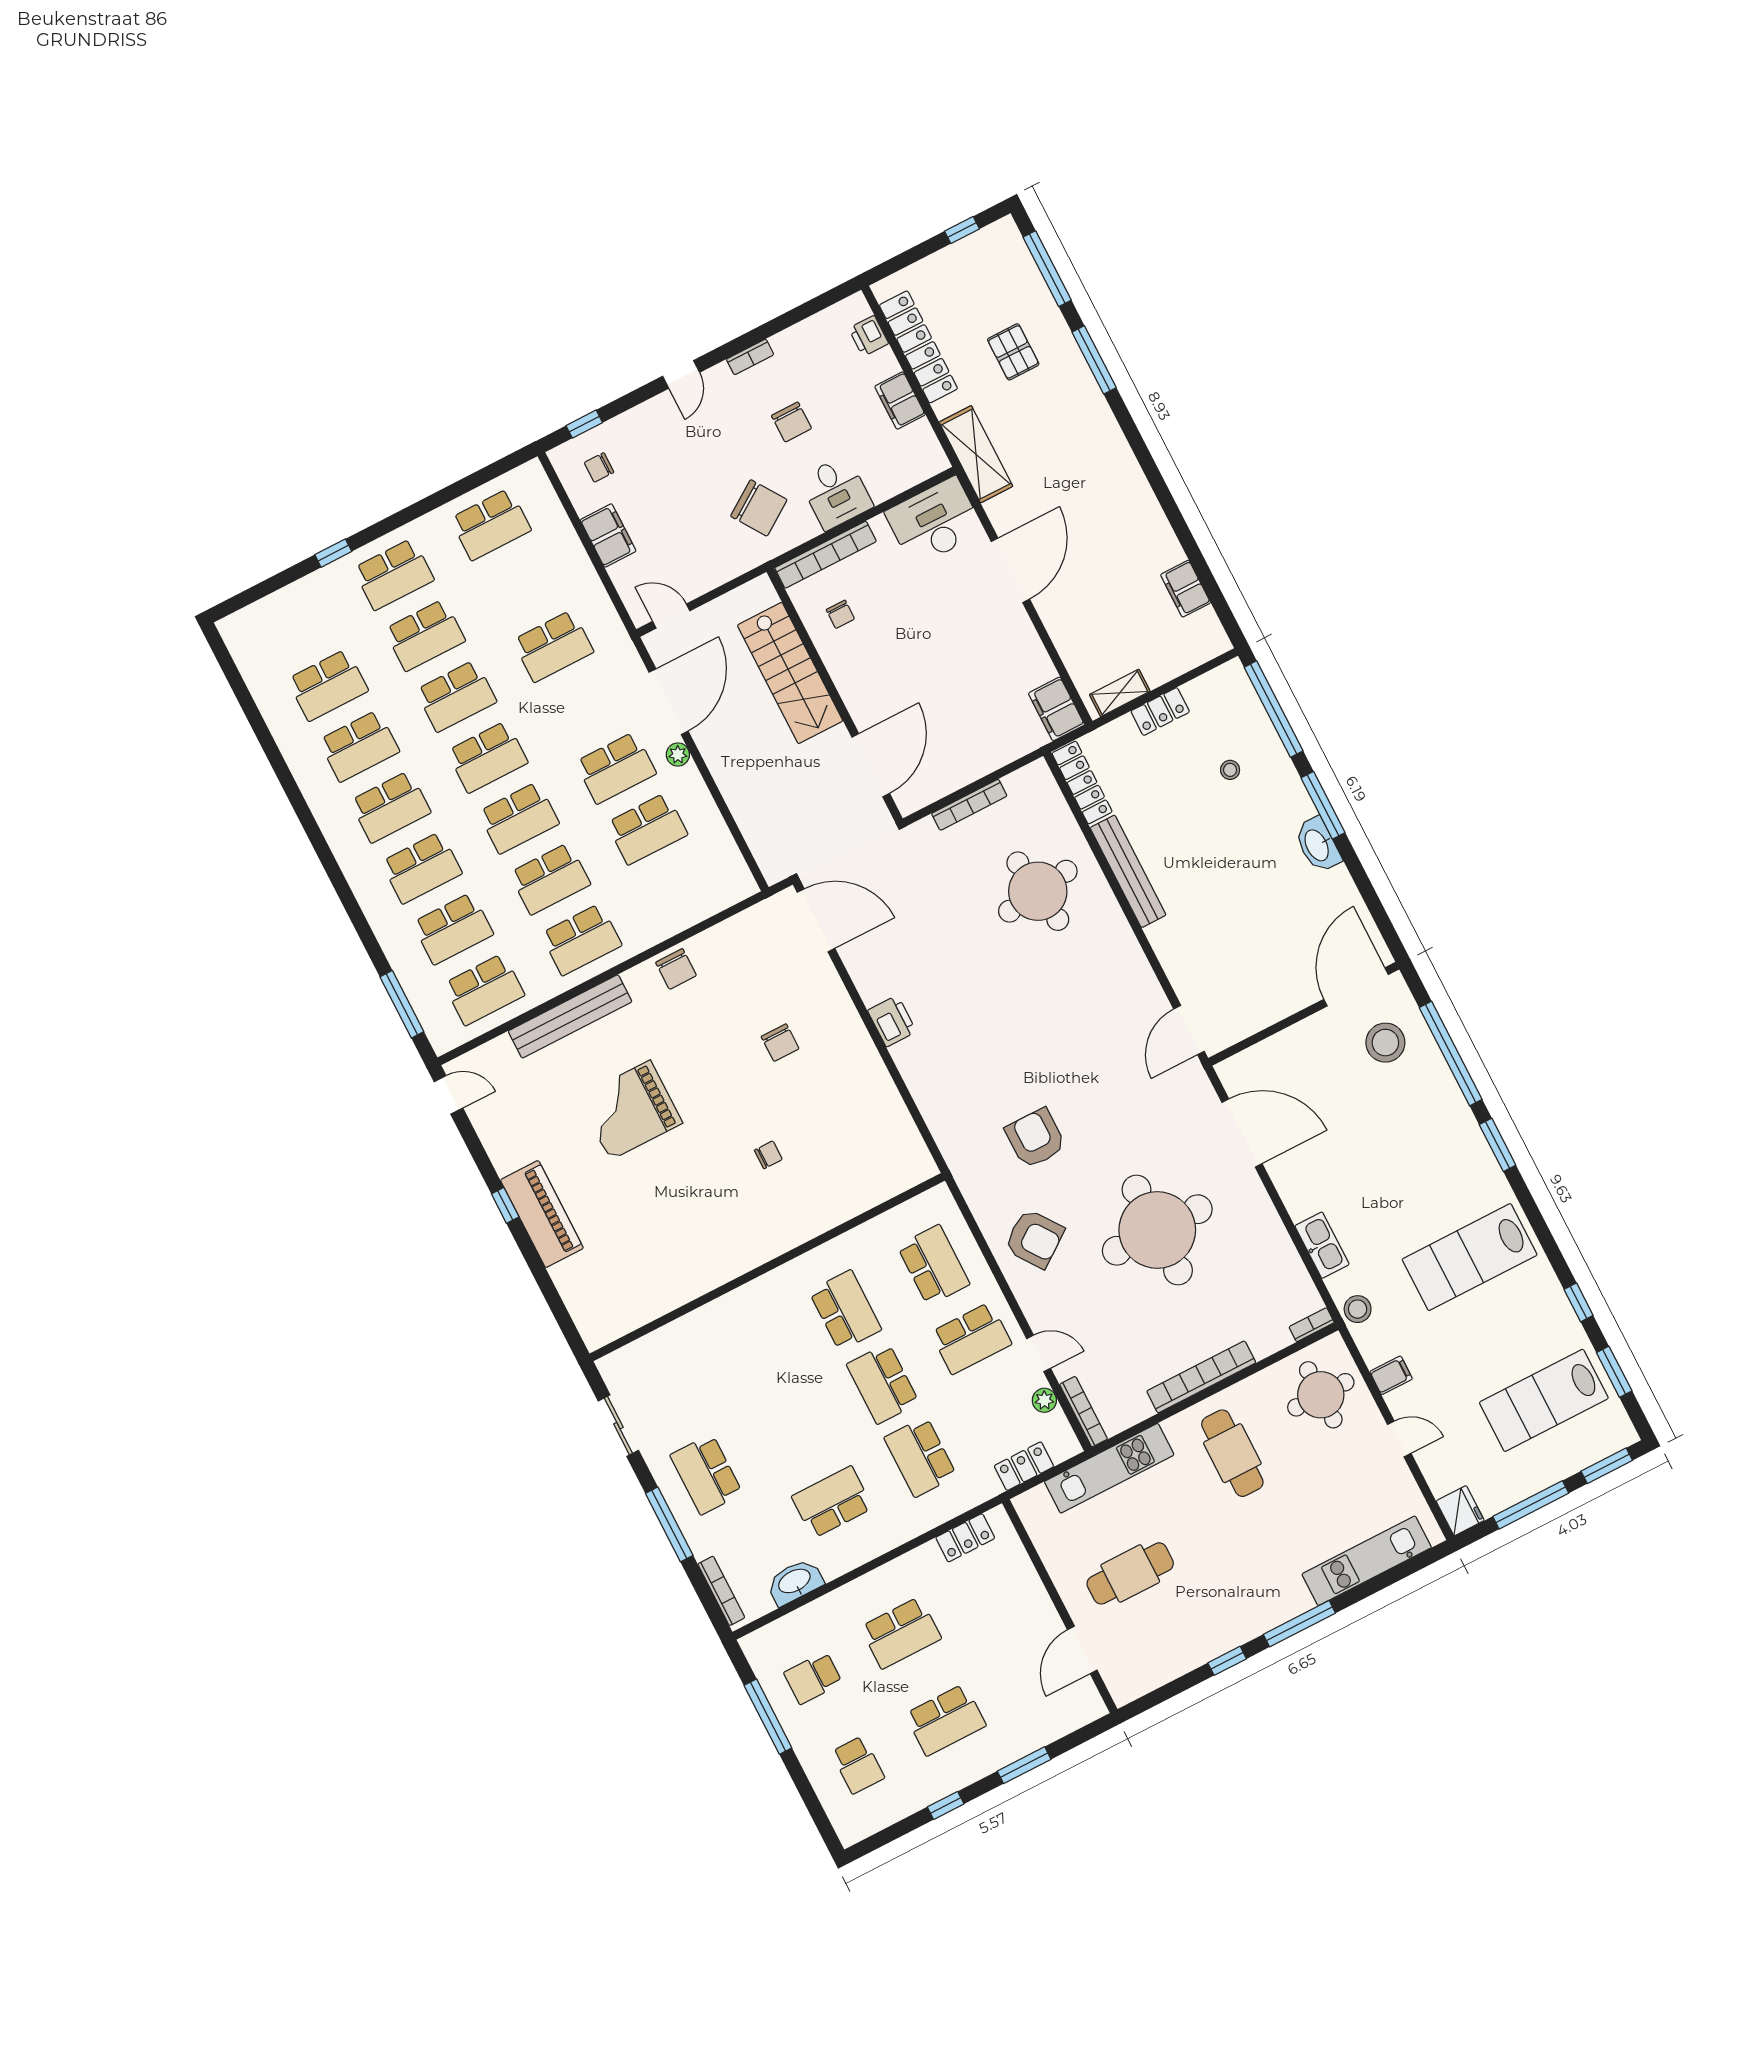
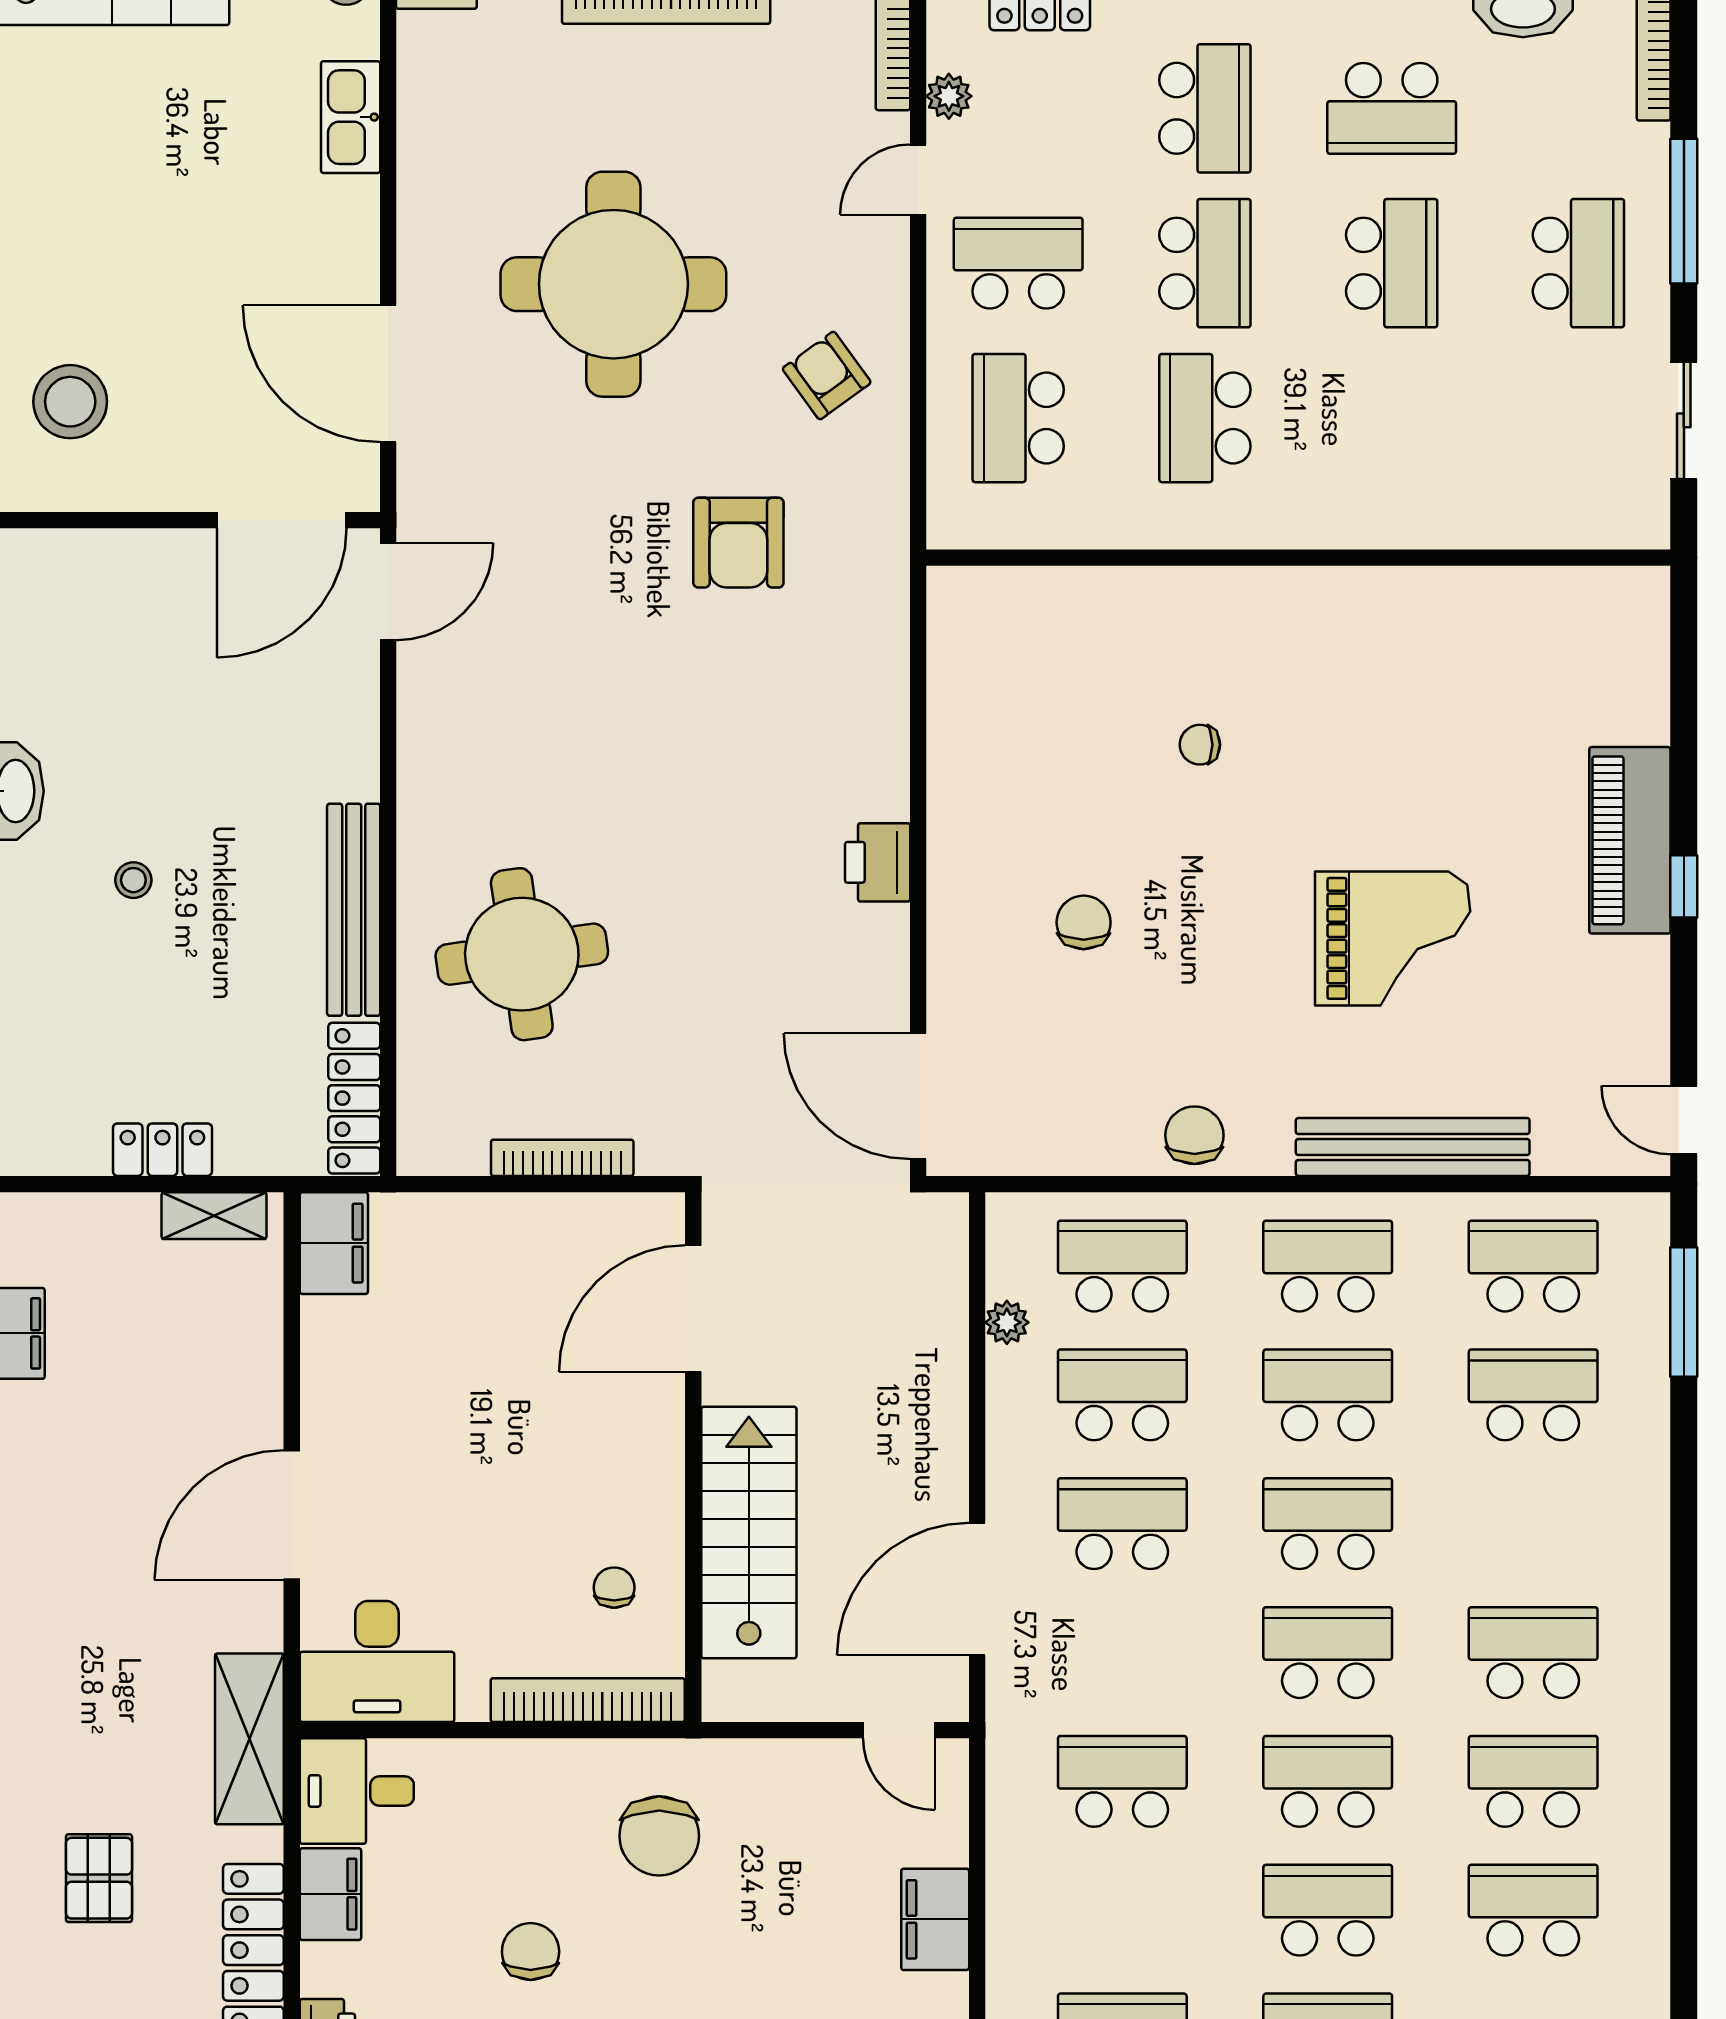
desk: (836, 493) -> (357, 1791), moved, turned -90
chair: (759, 508) -> (659, 1836), turned -146
plant: (678, 755) -> (1007, 1322), moved
stool: (1230, 770) -> (133, 880), moved
school desk: (422, 868) -> (1122, 1266), moved
door: (1356, 987) -> (282, 520), moved
armchair: (1034, 1239) -> (827, 375), width x0.72, depth x0.72
door: (1039, 1353) -> (918, 180), hinge flipped
school desk: (795, 1429) -> (1392, 263), added

